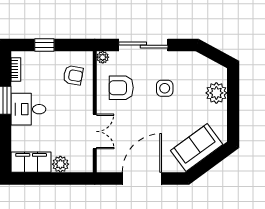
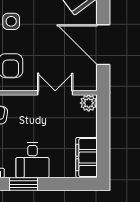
plant: (60, 164) -> (89, 103), moved

